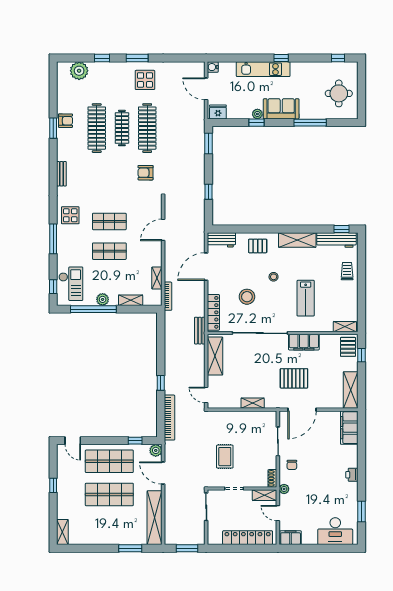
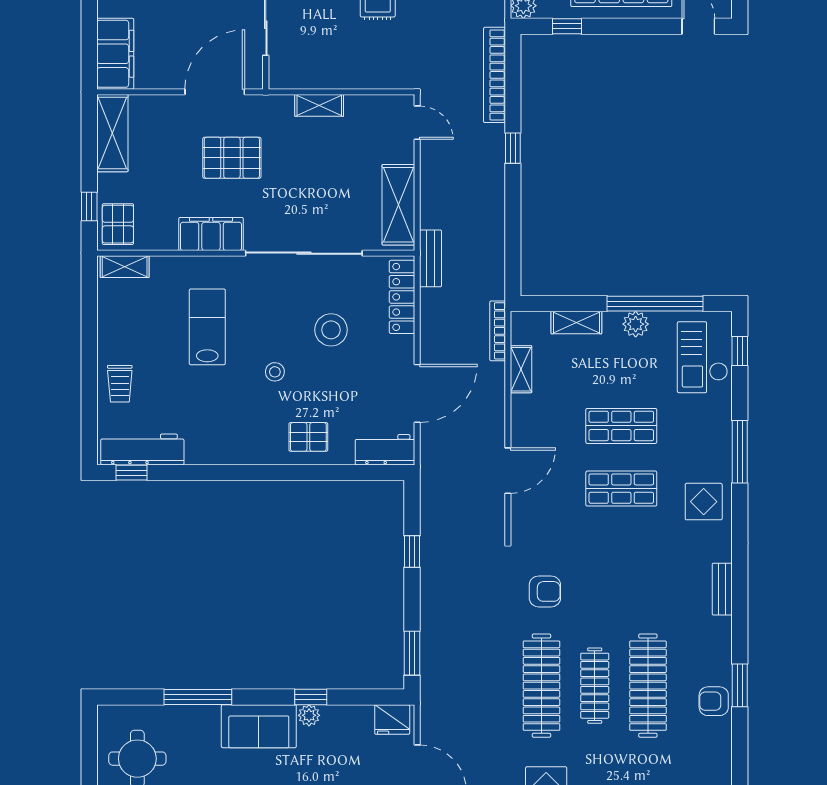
shelving: (297, 240) -> (225, 449), removed

